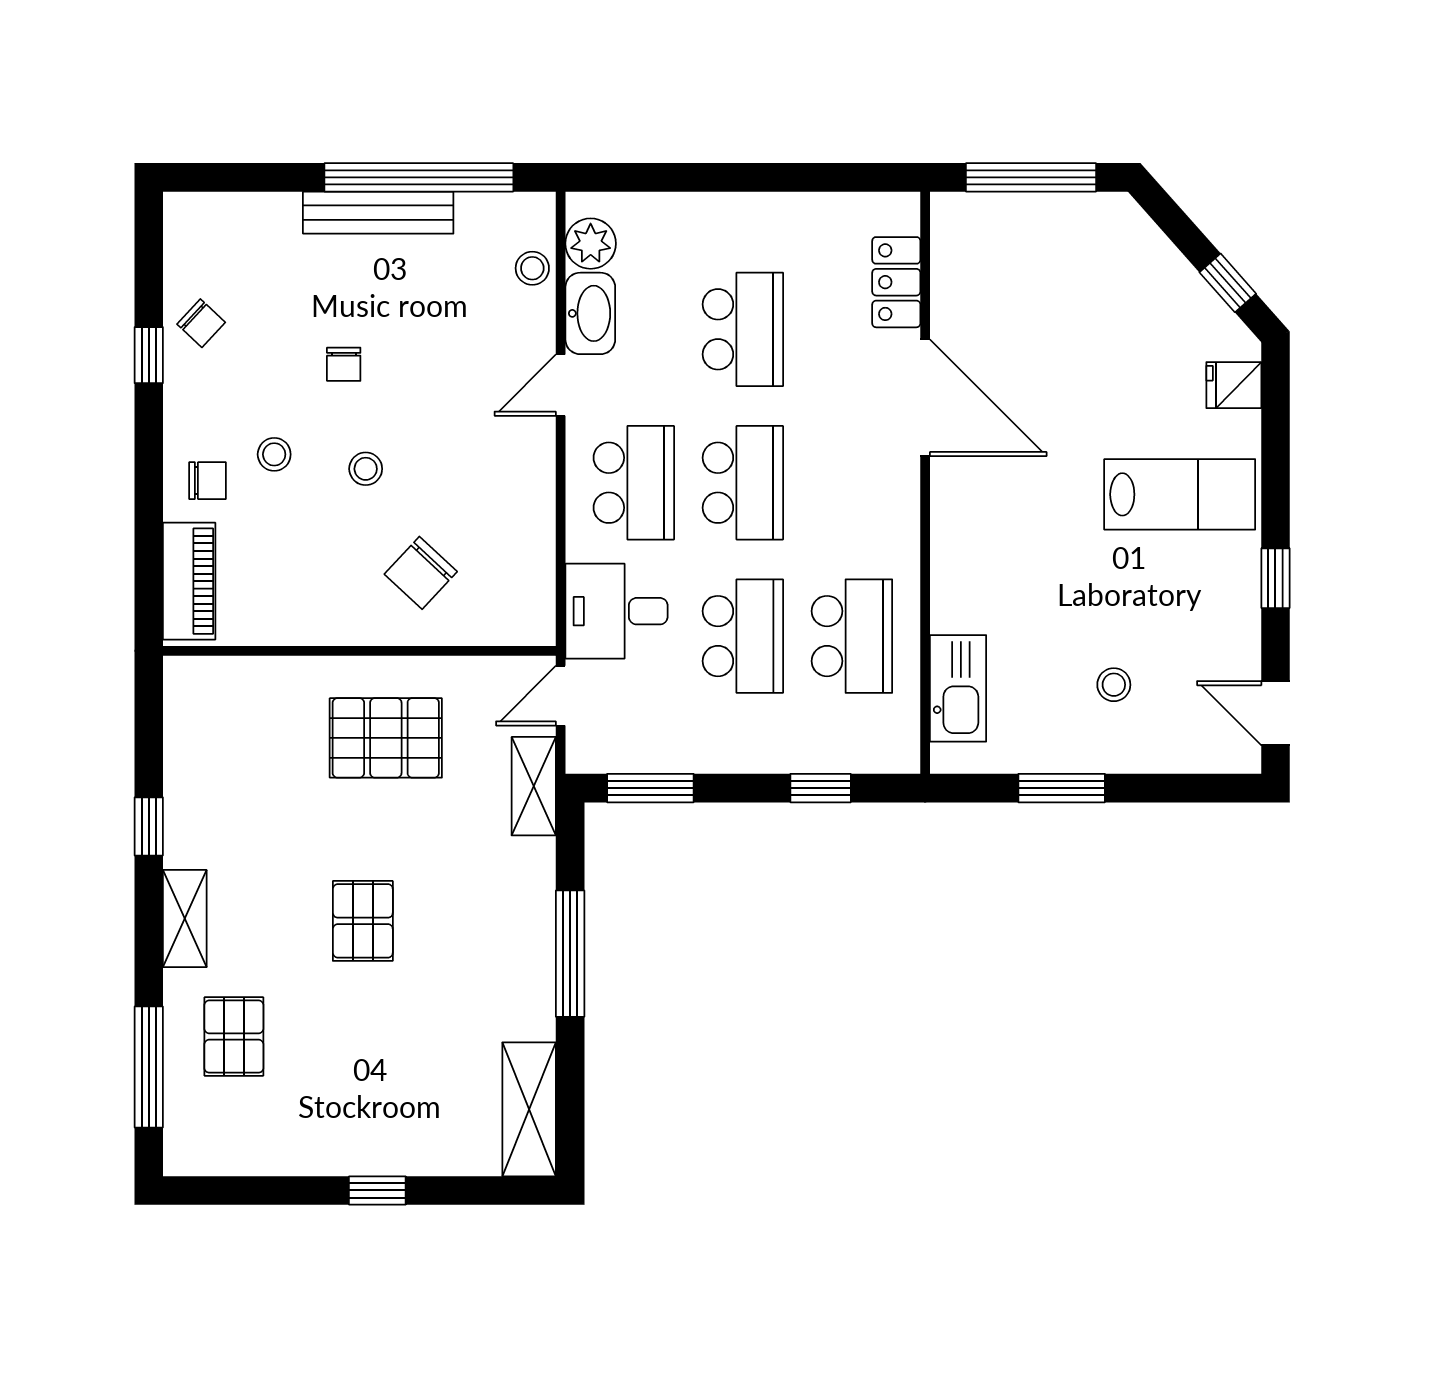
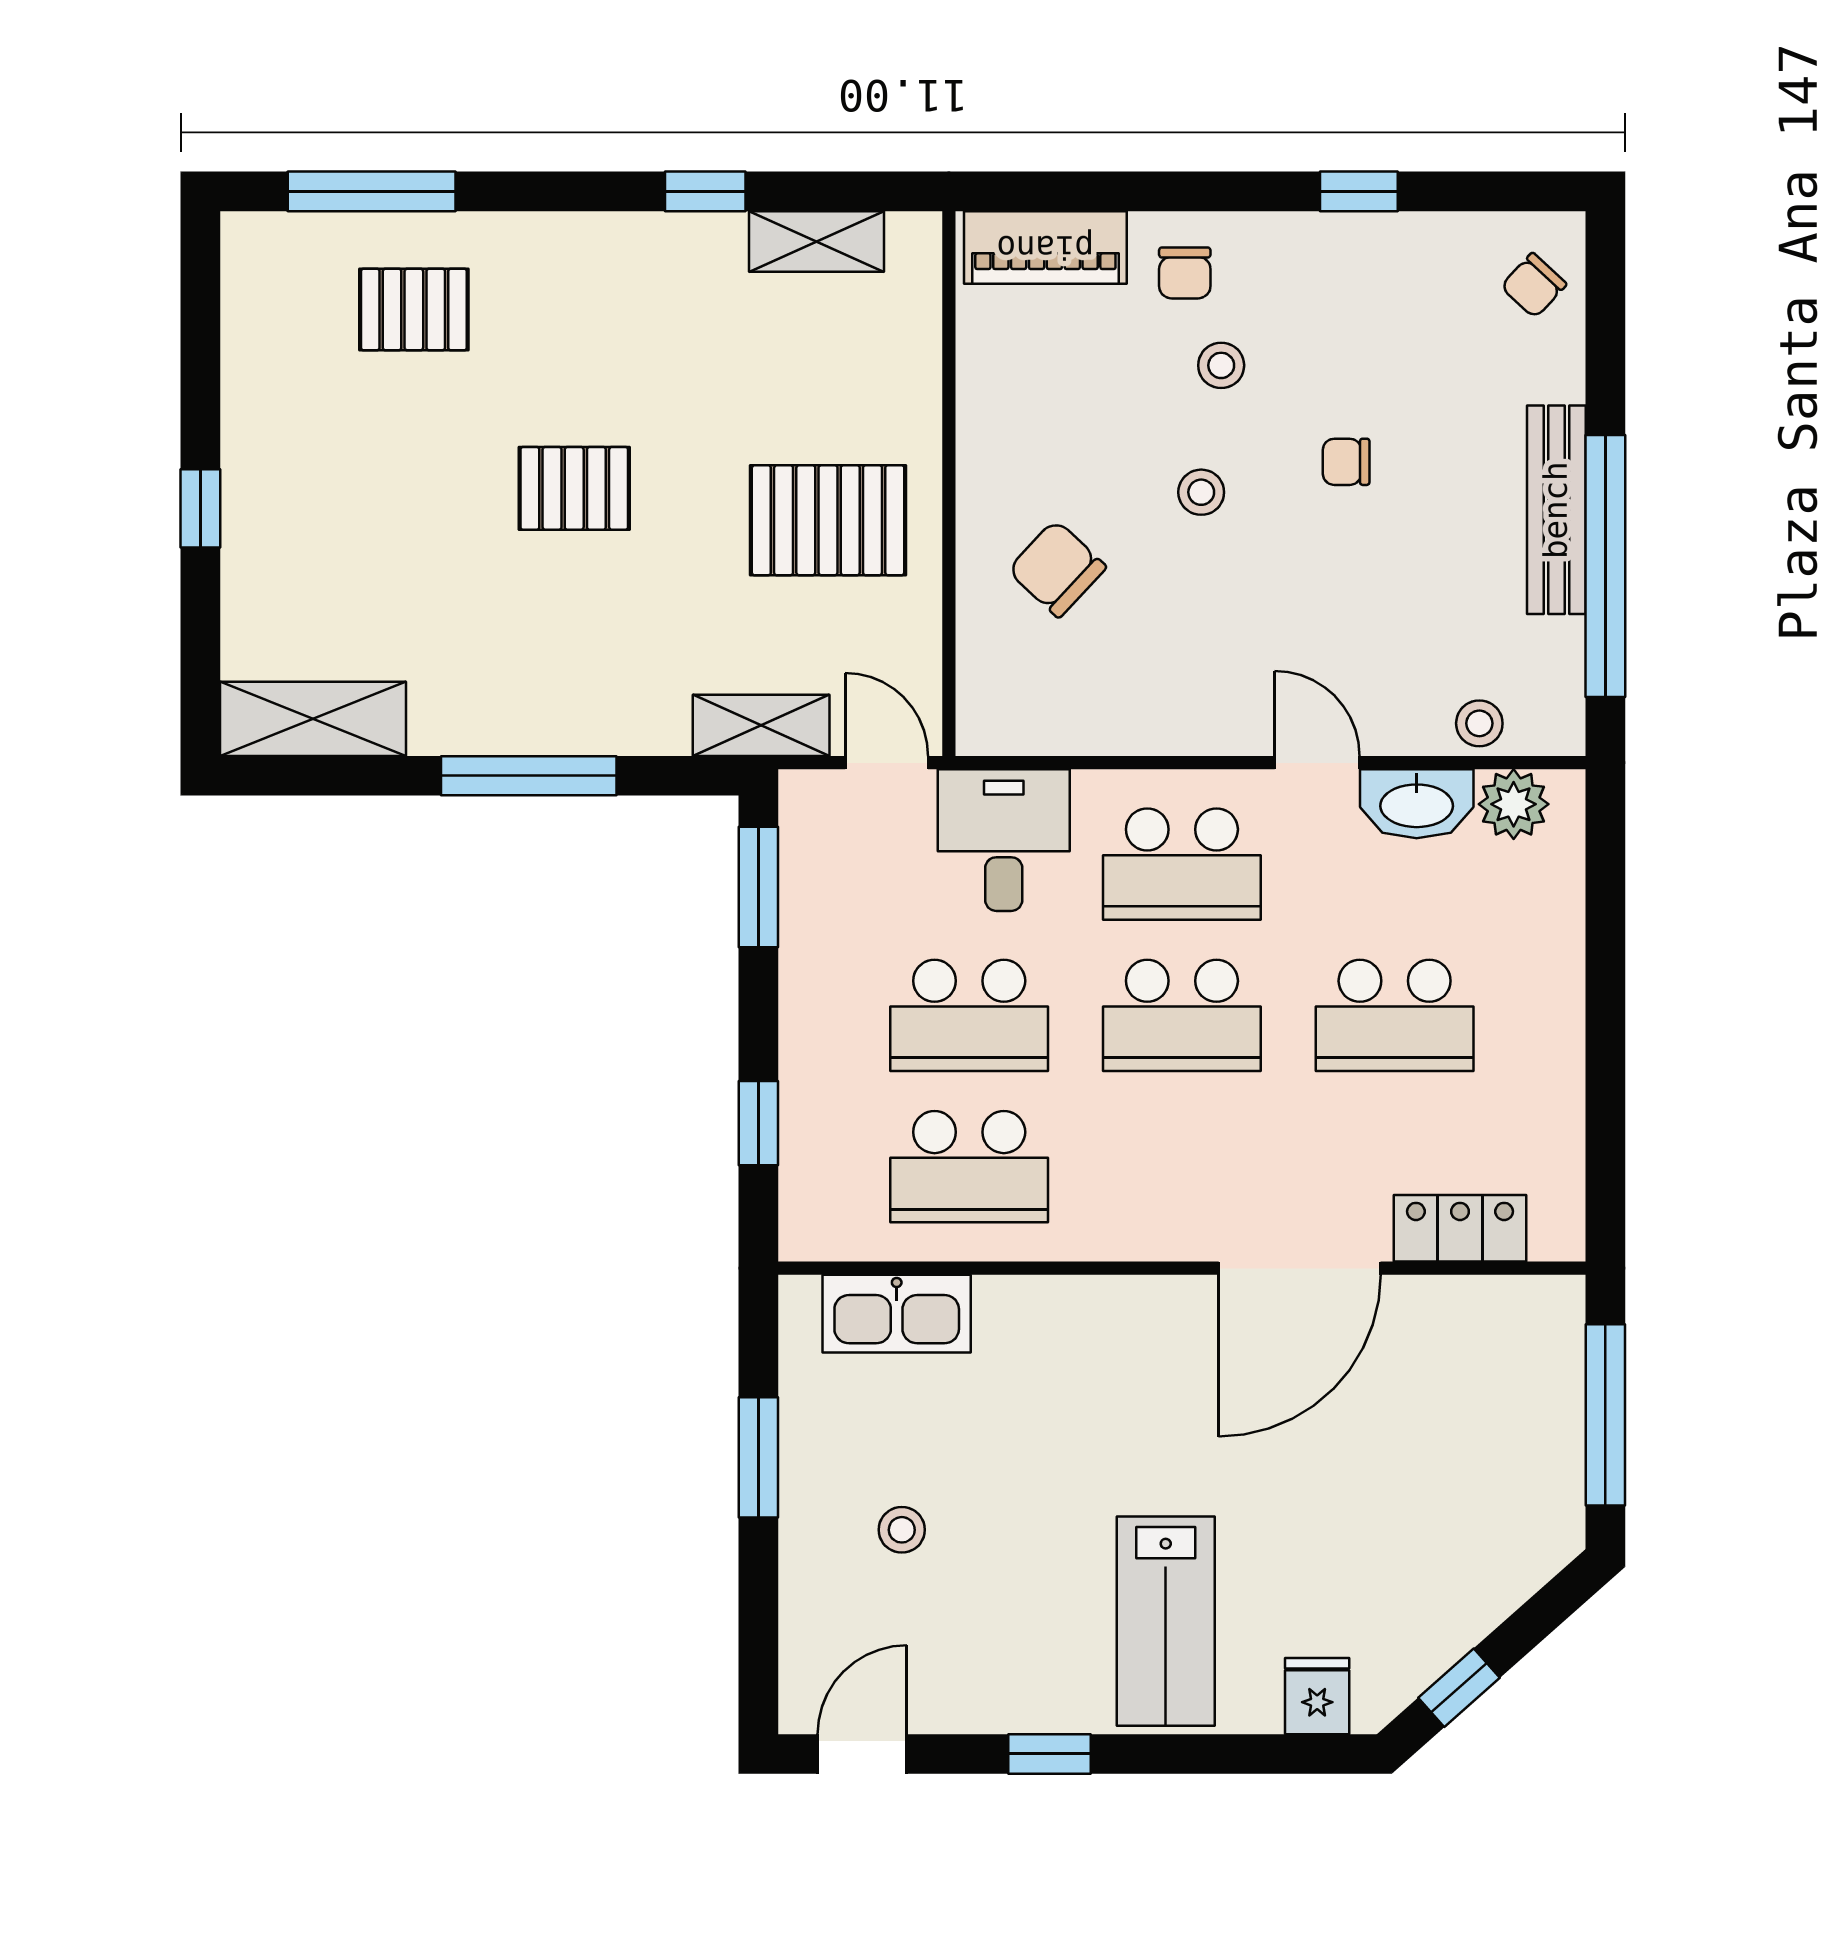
chair: (201, 323) -> (1534, 285), moved
pallet: (386, 738) -> (828, 520), turned 90
shelving: (185, 919) -> (817, 241), moved

